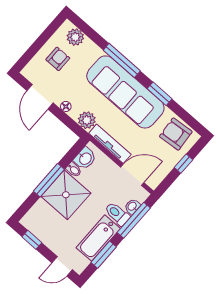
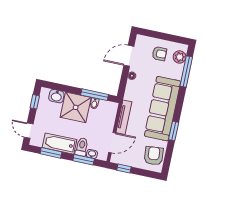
window: (122, 60) -> (186, 71), moved
plant: (87, 120) -> (131, 94), removed
washbasin: (85, 158) -> (56, 96), moved
window: (184, 164) -> (124, 168), moved
door: (132, 175) -> (112, 143), hinge flipped
window: (49, 180) -> (95, 95), moved
window: (134, 220) -> (84, 160), width x0.69

